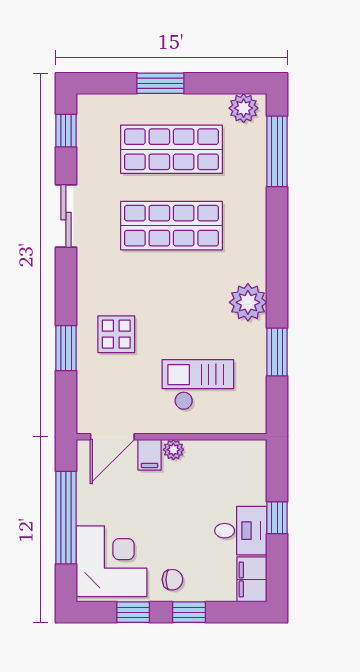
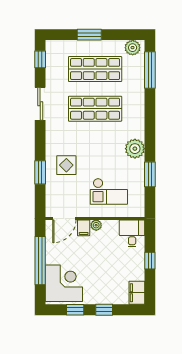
checkout: (198, 385) -> (109, 191), turned 180
desk: (241, 531) -> (132, 233), moved, turned -90
chair: (172, 580) -> (96, 293), removed

